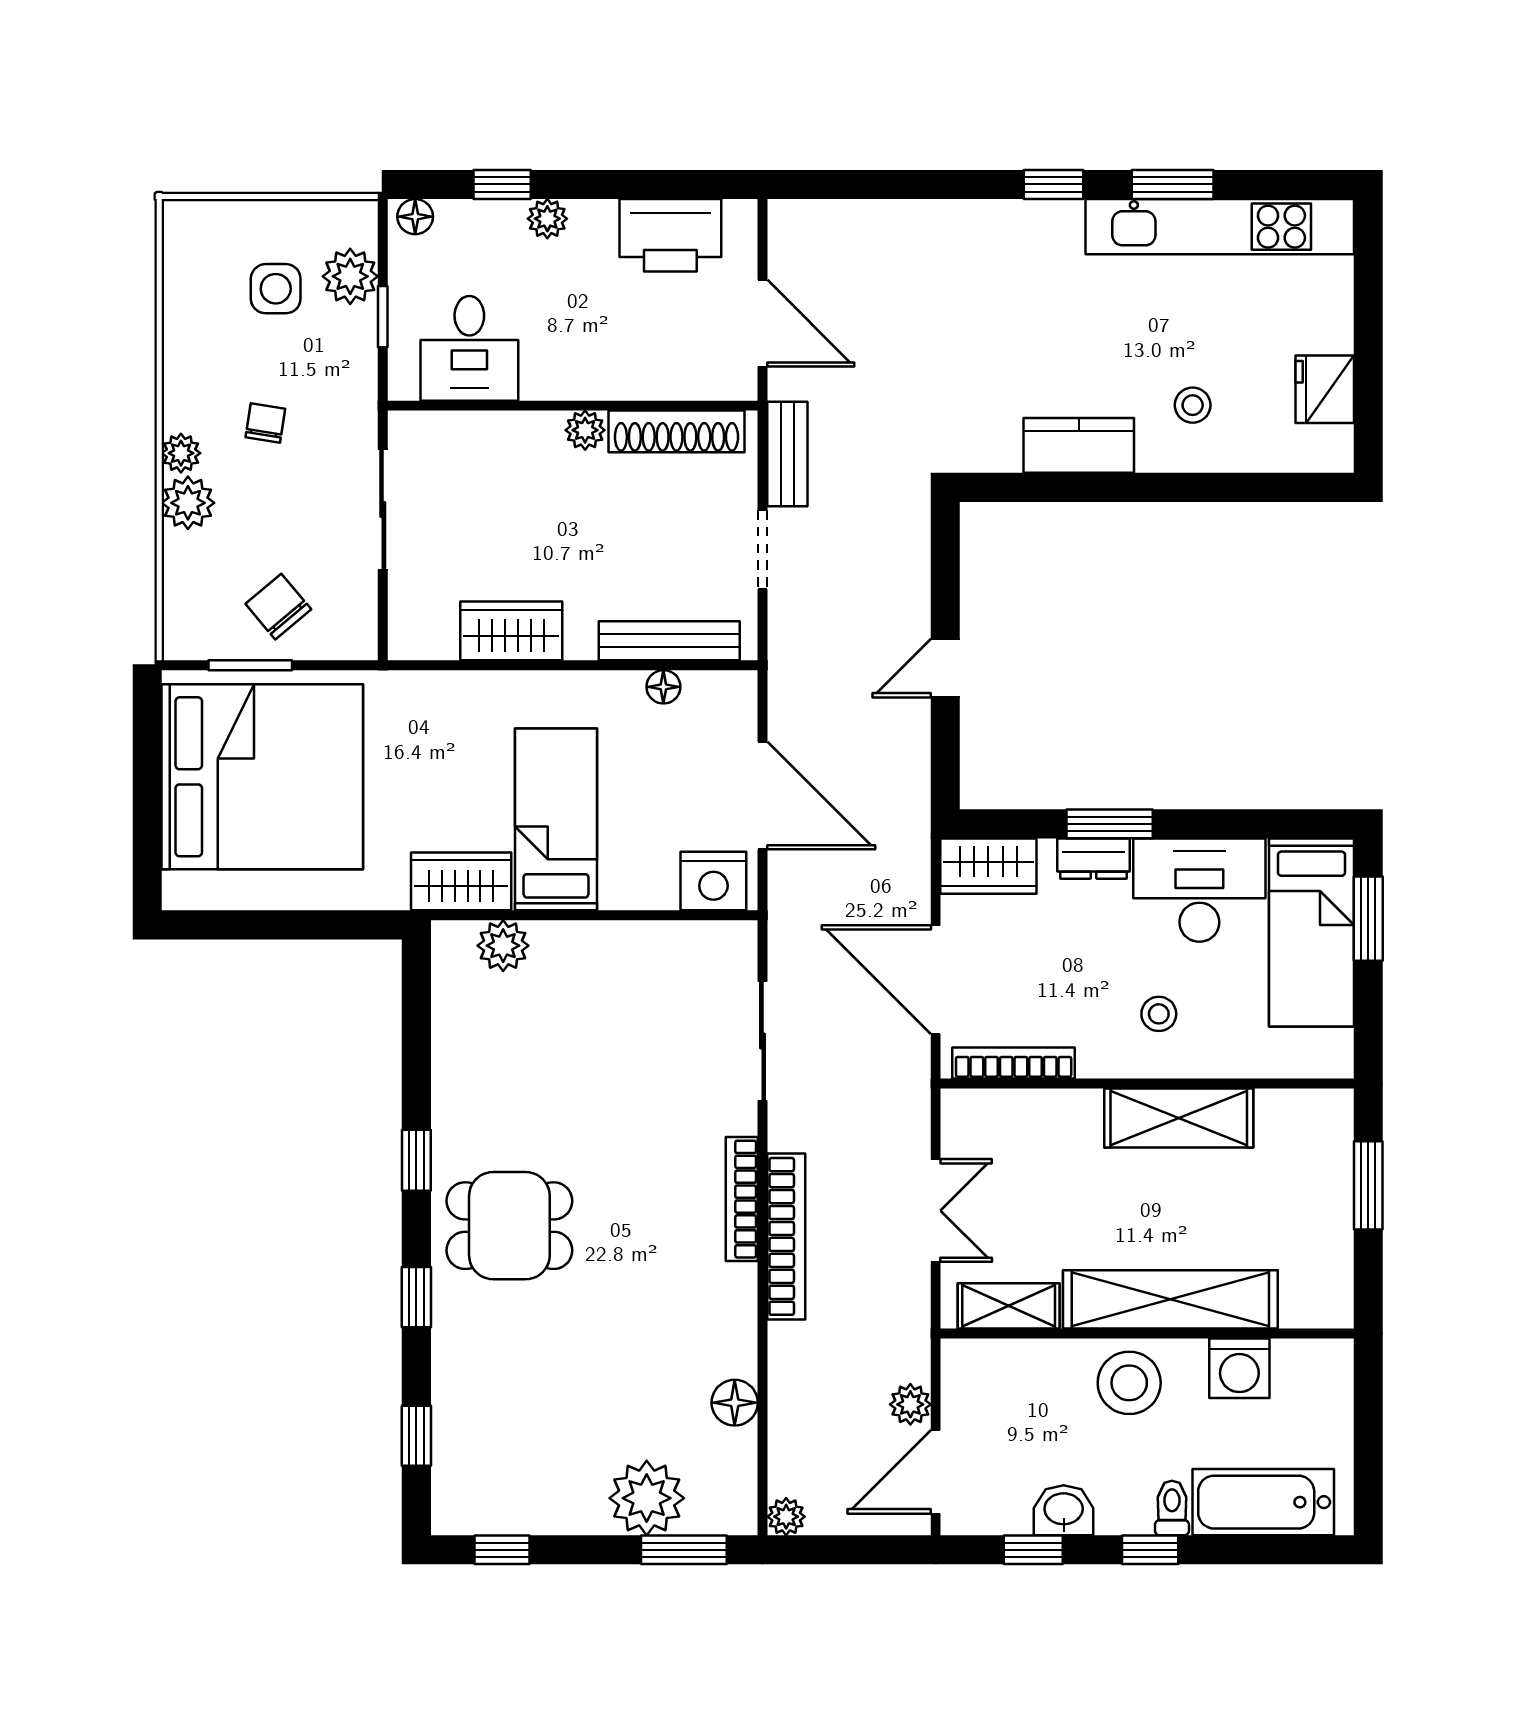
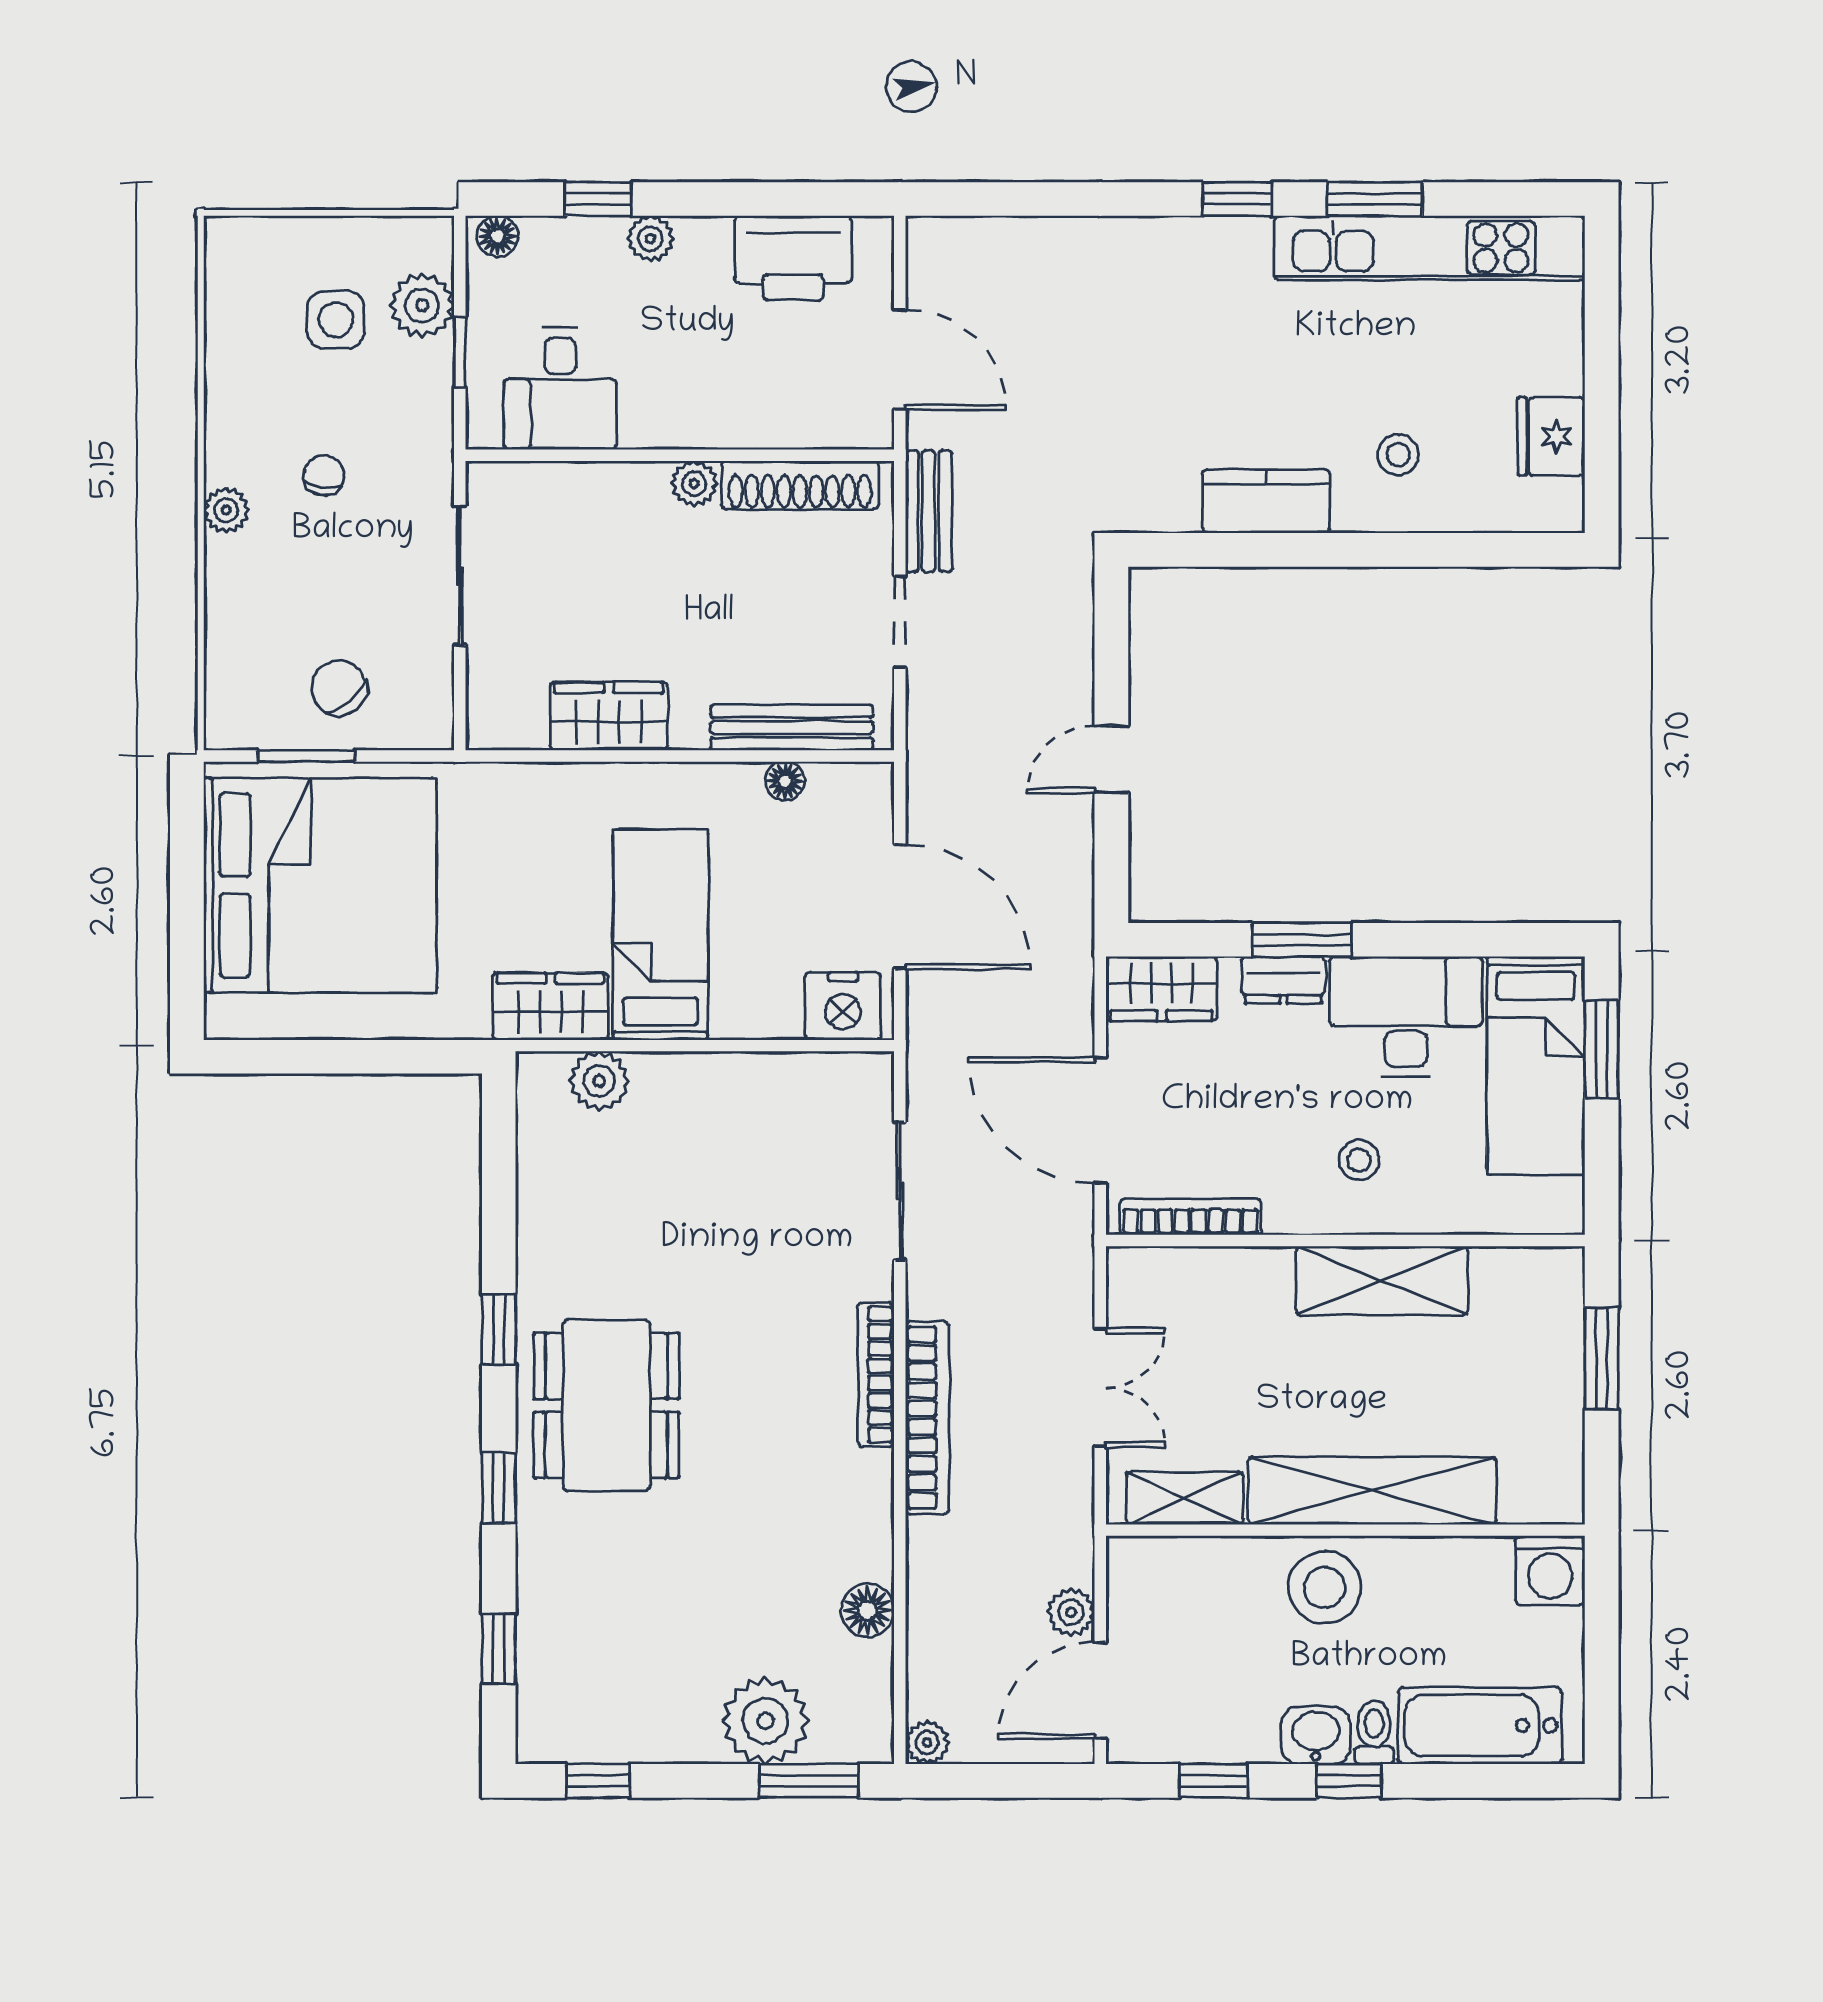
plant: (188, 503) -> (234, 568), removed
dining table: (509, 1226) -> (607, 1405), width x1.38
washing machine: (1239, 1368) -> (1550, 1570), moved
washbasin: (1064, 1510) -> (1316, 1735), moved

